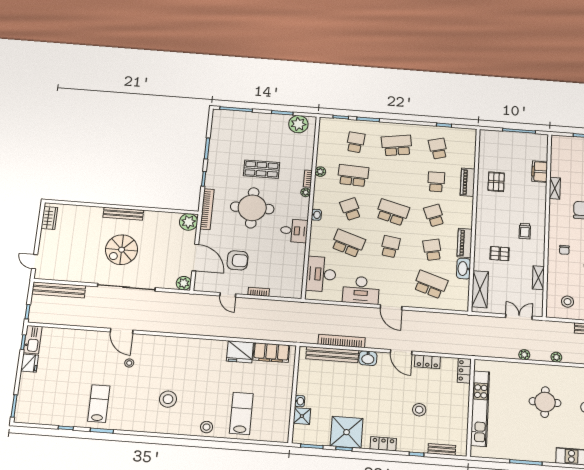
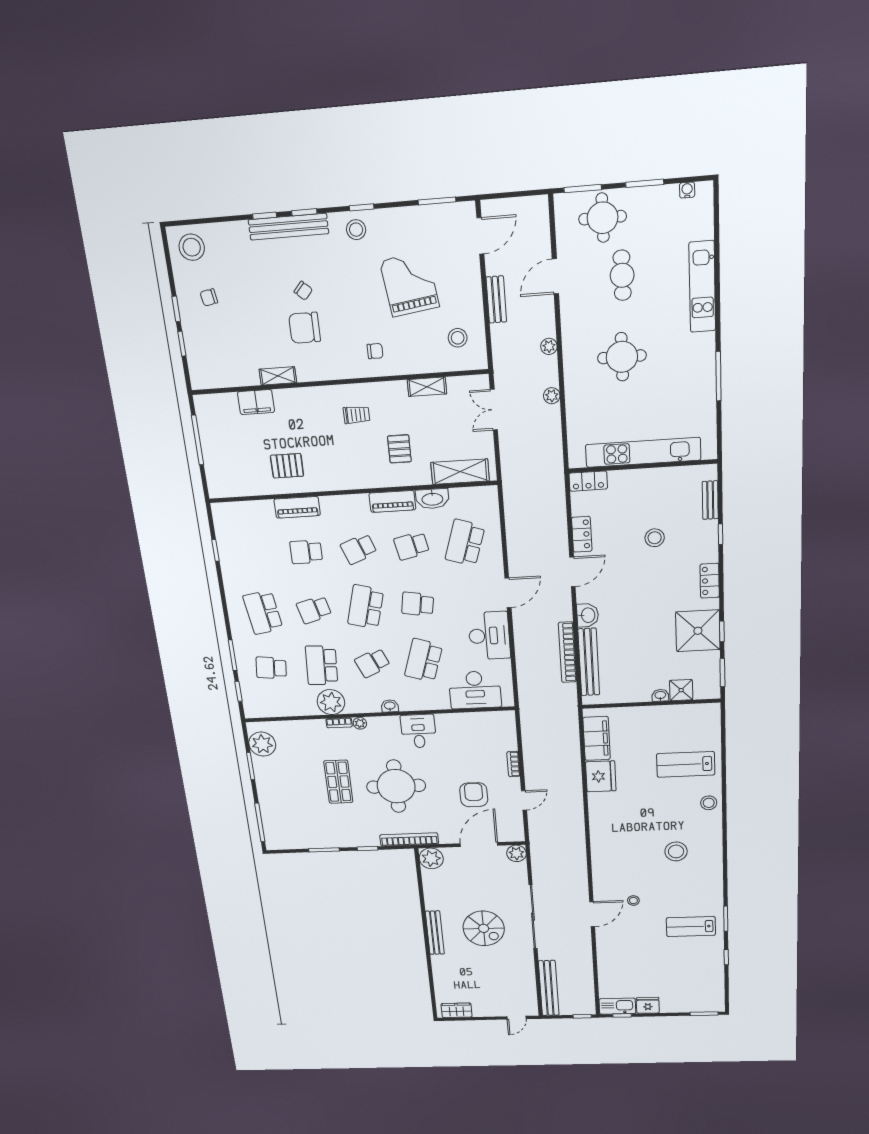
school desk: (438, 149) -> (314, 610), moved
plant: (320, 172) -> (331, 702), width x1.88, depth x1.88

